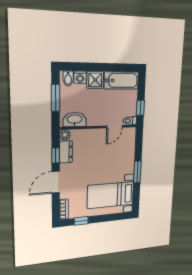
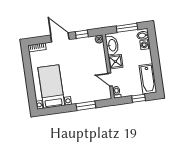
shower: (95, 80) -> (115, 62), moved
window: (140, 108) -> (139, 98), moved
dresser: (66, 152) -> (85, 42), removed
window: (137, 172) -> (86, 106), moved
window: (81, 221) -> (27, 64), removed

